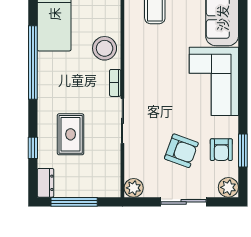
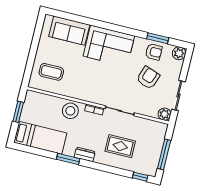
window: (33, 62) -> (68, 159), width x0.47
window: (33, 148) -> (140, 177), moved
dresser: (46, 183) -> (85, 154), moved
sliding door: (184, 202) -> (179, 95), moved

